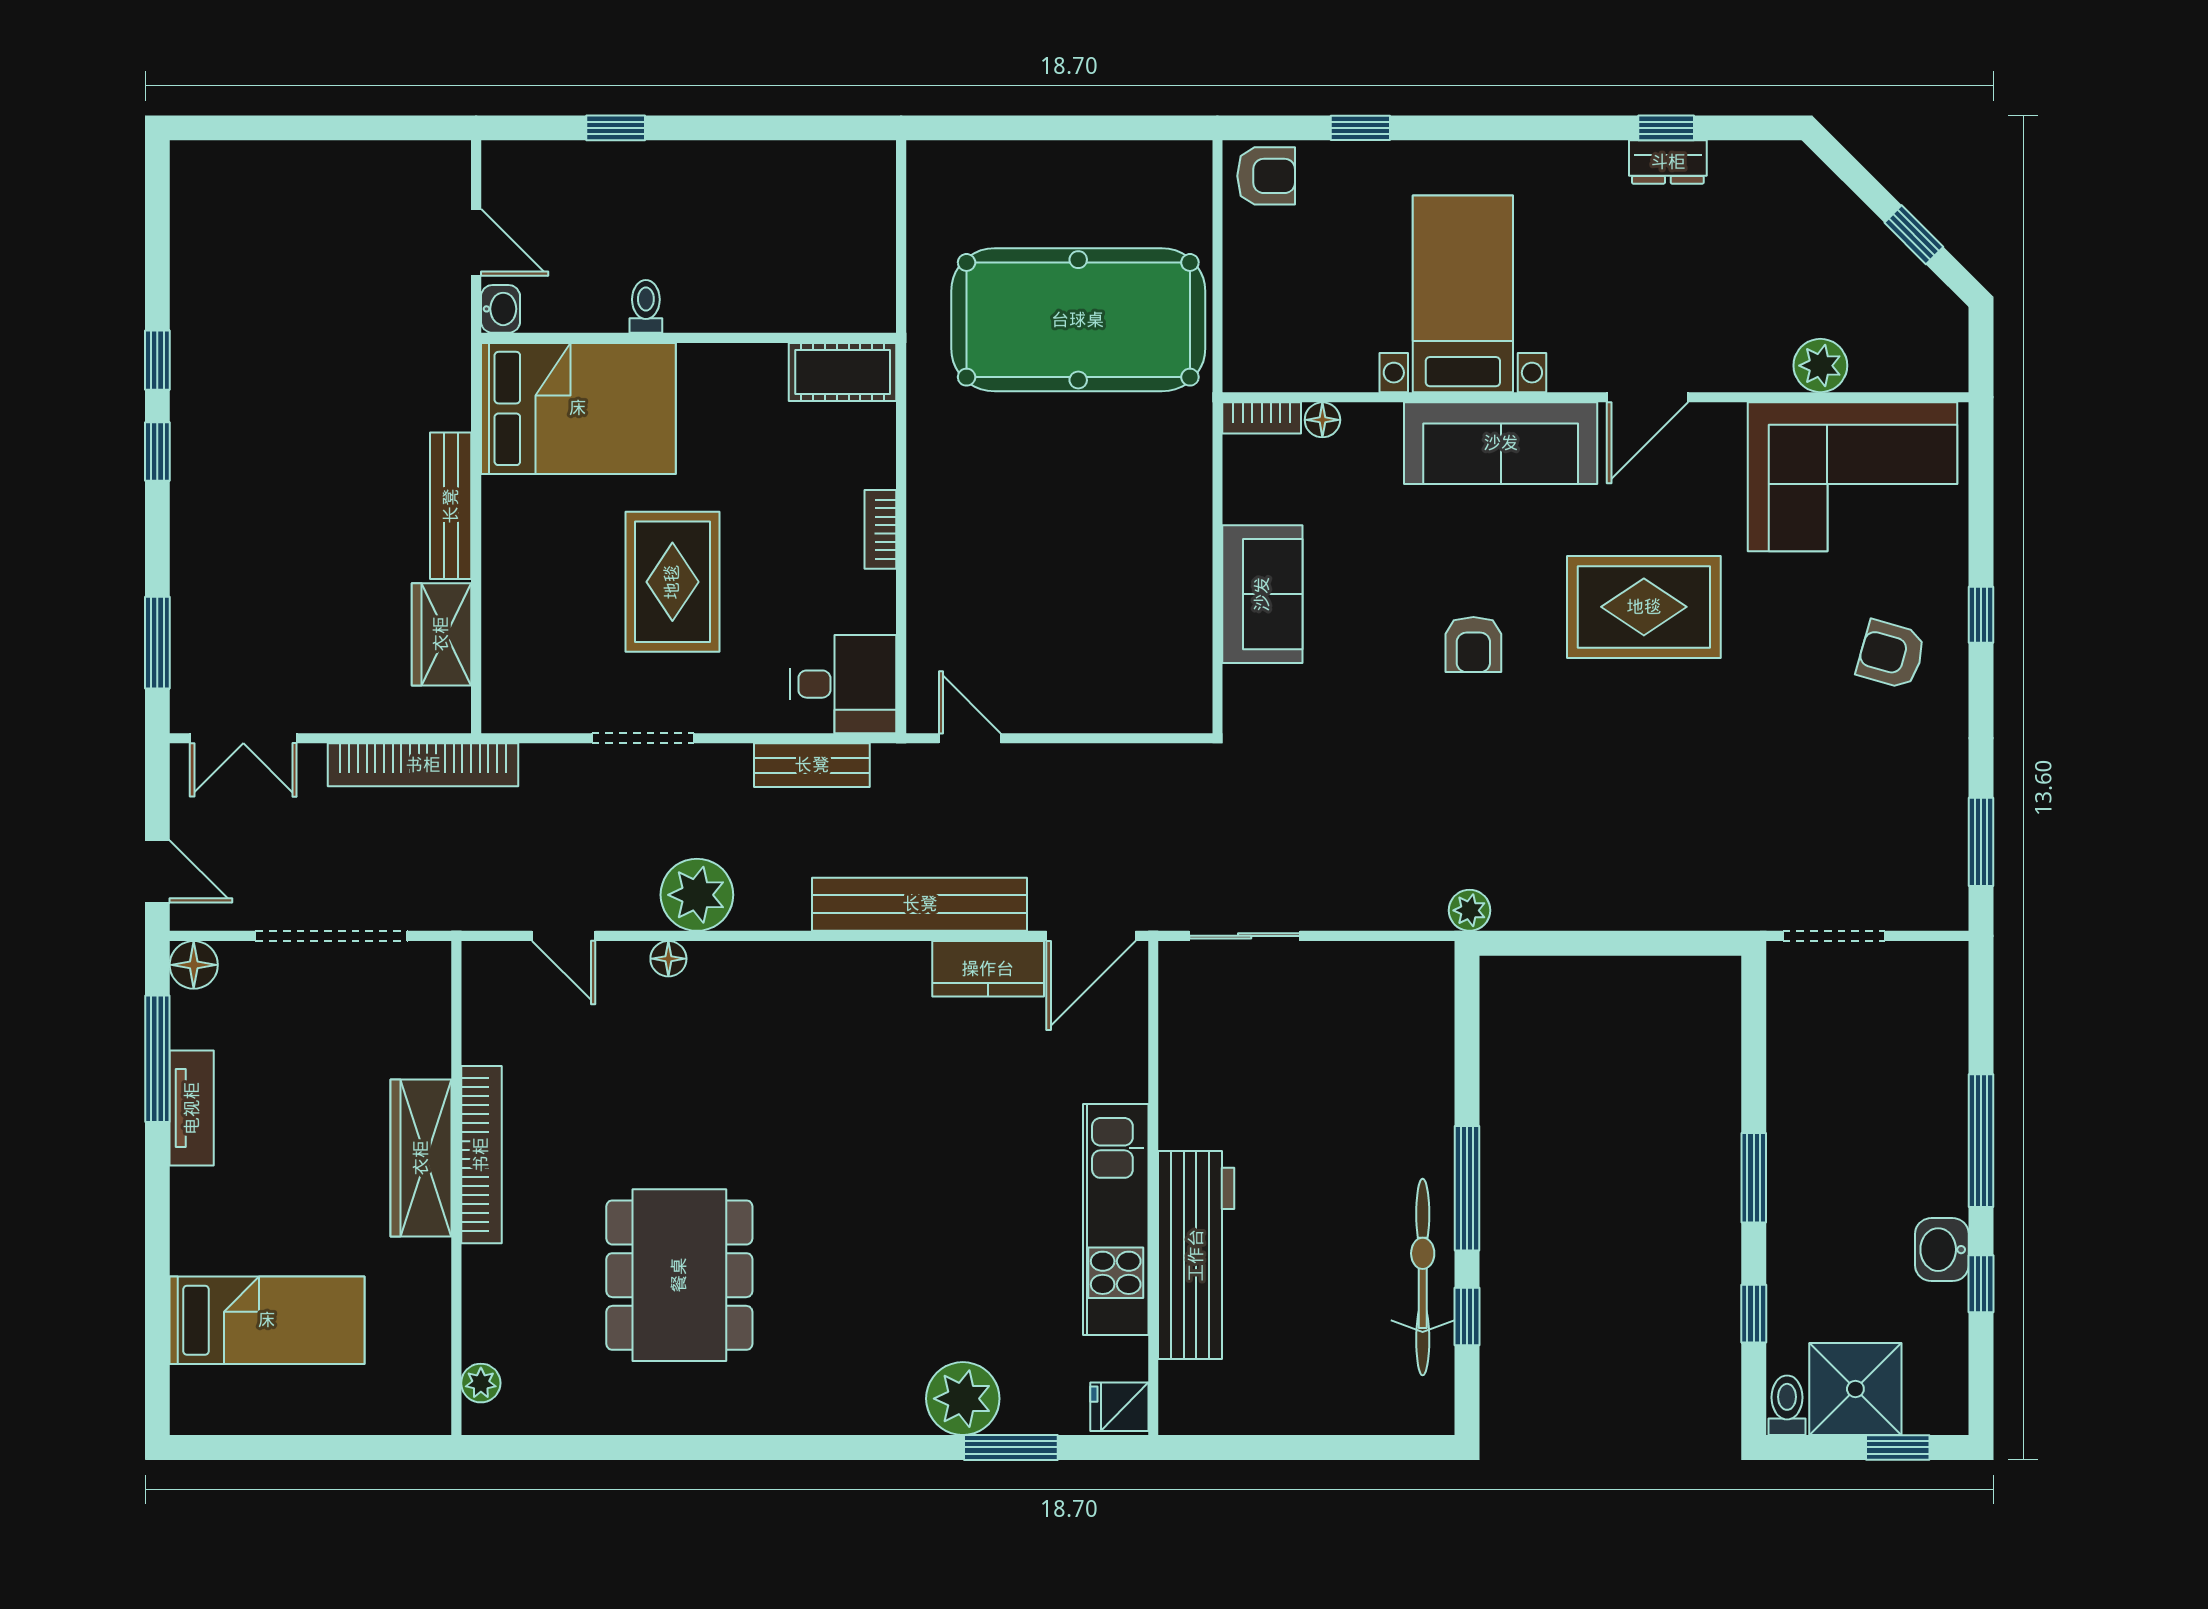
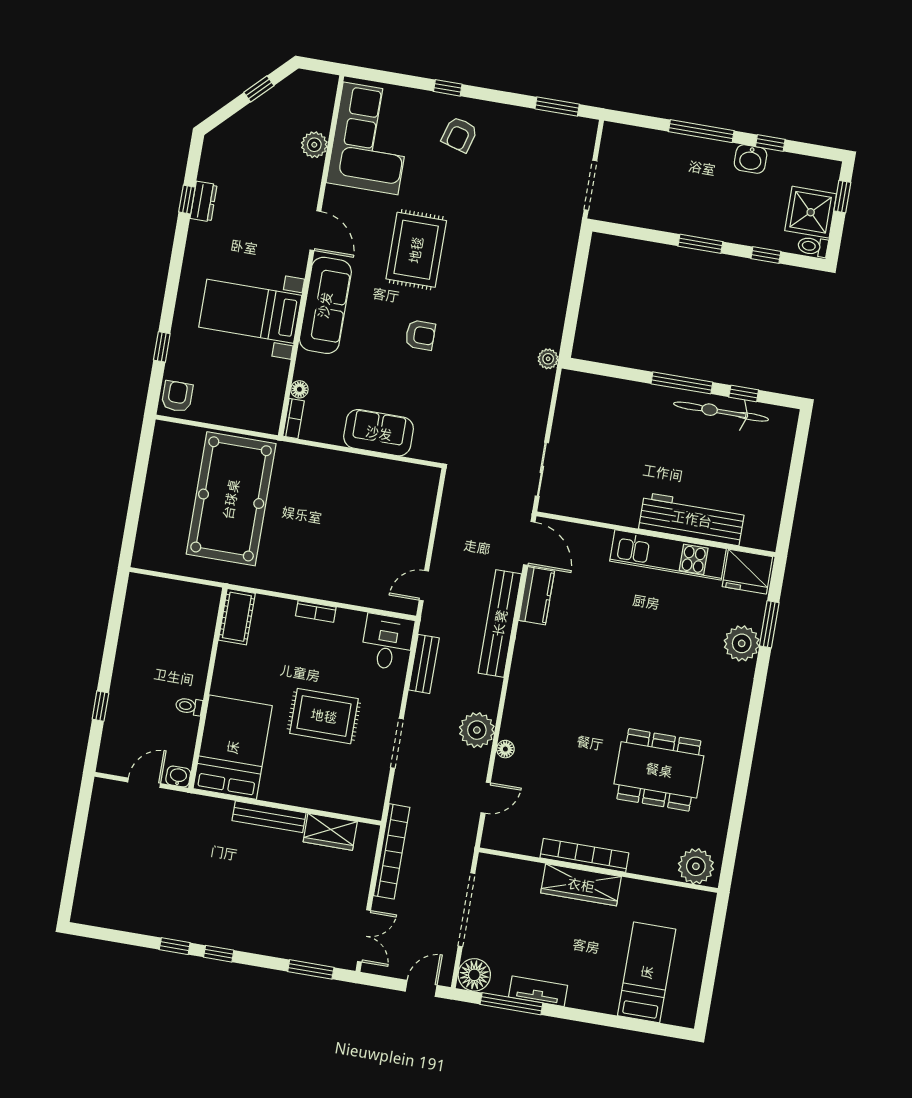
floor lamp: (194, 965) -> (474, 975), width x1.38, depth x1.38
plant: (481, 1383) -> (696, 866), width x1.88, depth x1.88
fridge: (1119, 1407) -> (747, 572), width x1.88, depth x1.34

